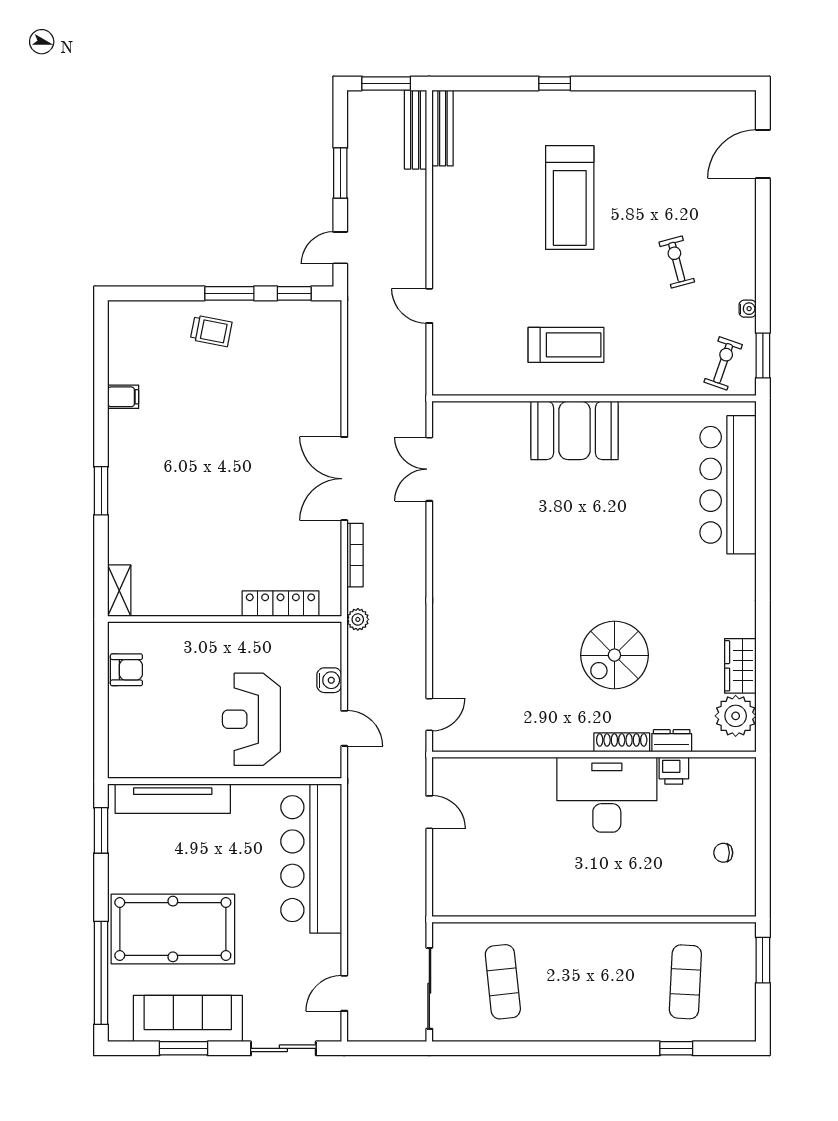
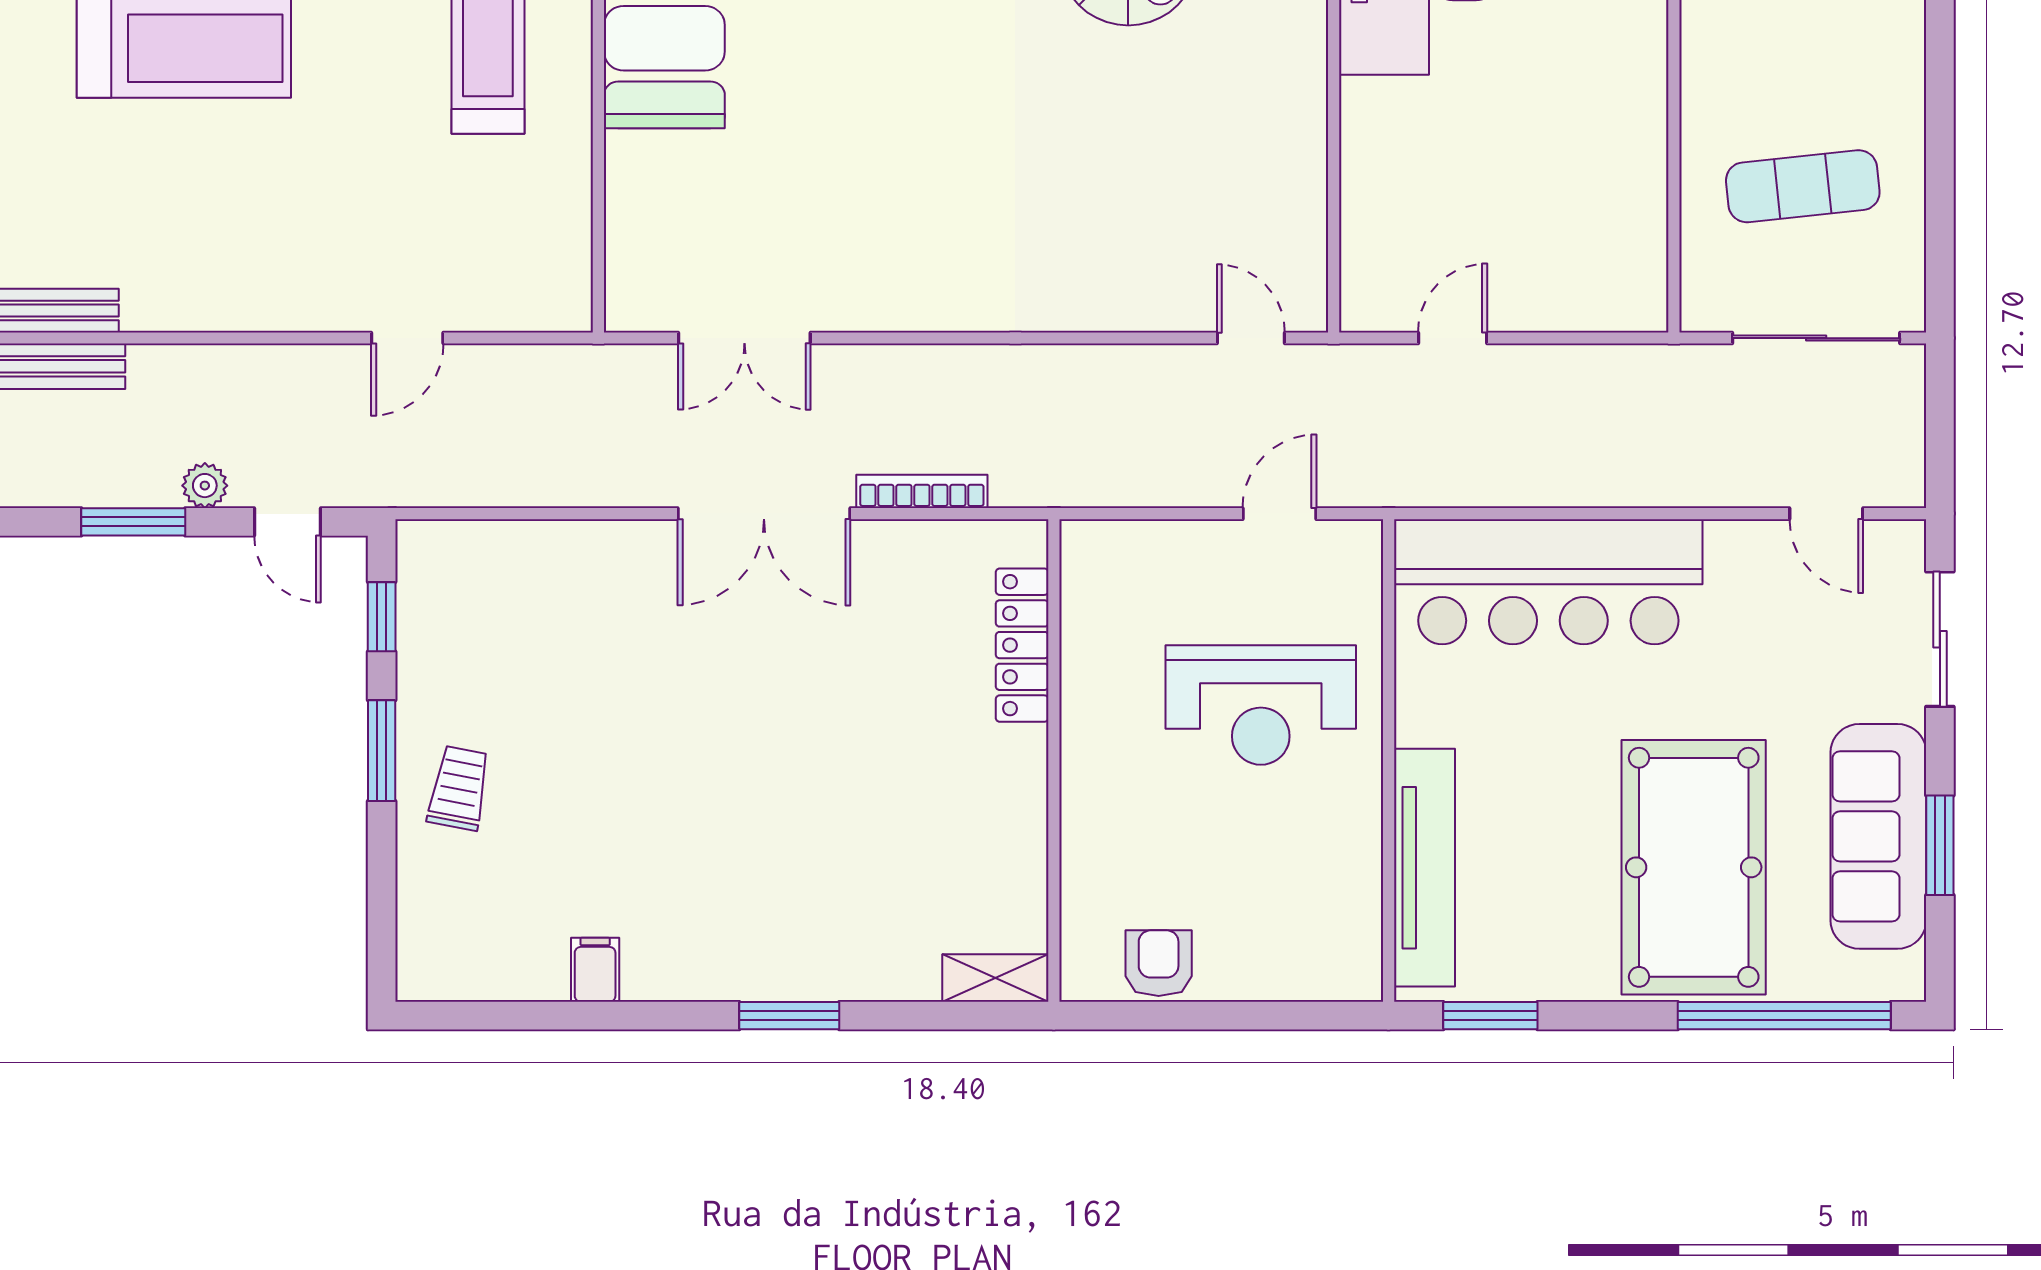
plant: (358, 619) -> (205, 486), moved
water cooler: (329, 680) -> (1180, 545), removed

